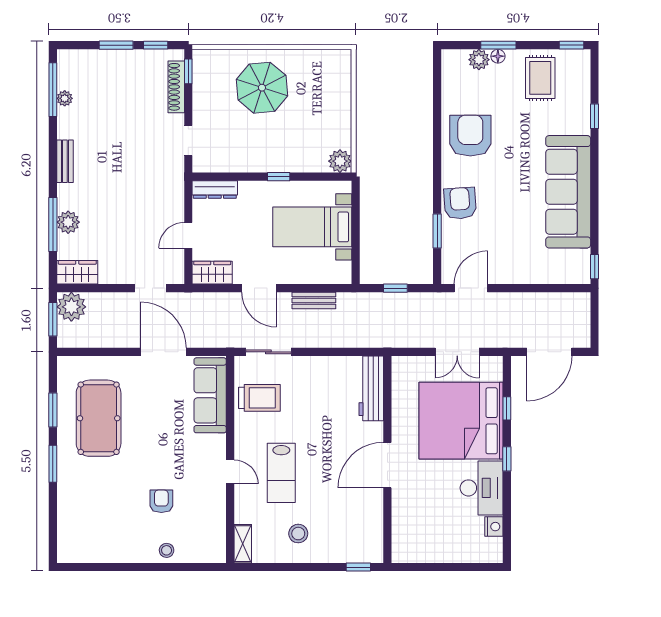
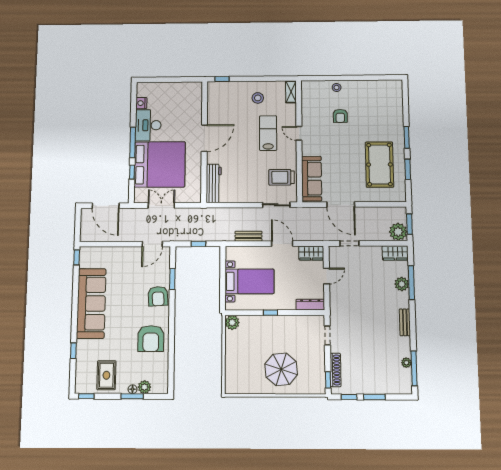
door: (549, 352) -> (106, 206), swing flipped
window: (507, 459) -> (133, 142), width x2.17

